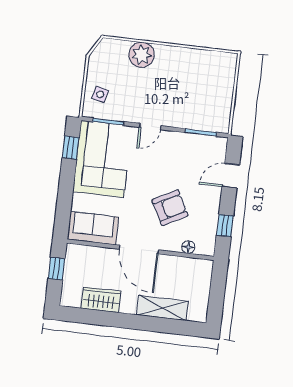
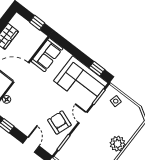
plant: (142, 55) -> (118, 144), moved
armchair: (170, 208) -> (59, 123), moved, turned 138

